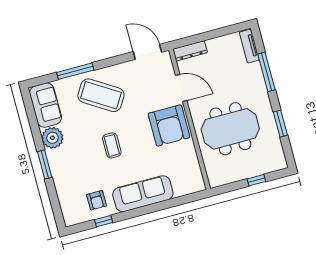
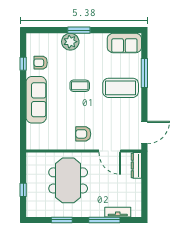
tv unit: (249, 46) -> (118, 212), moved
door: (181, 88) -> (110, 151), hinge flipped
coffee table: (101, 95) -> (121, 88), turned 58
armchair: (169, 125) -> (83, 134), width x0.53, depth x0.53
plant: (52, 138) -> (70, 42), moved

